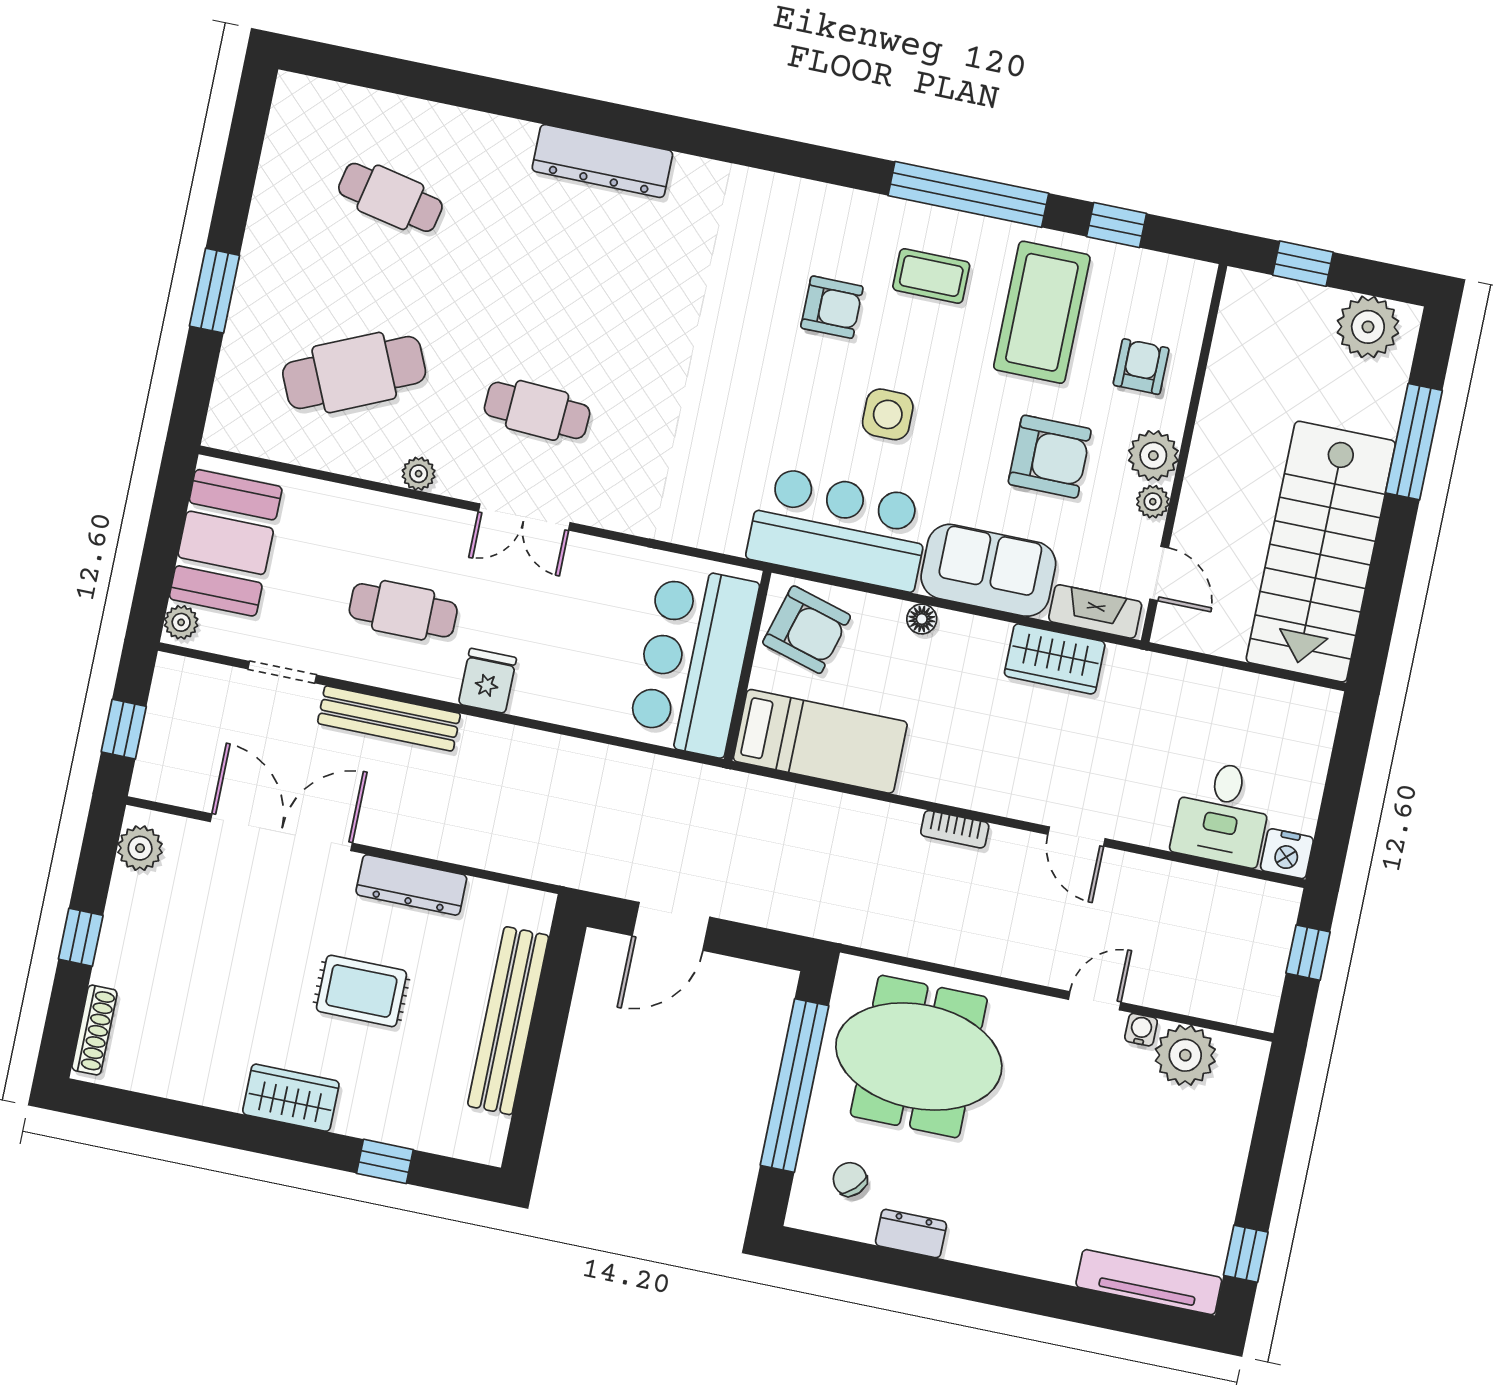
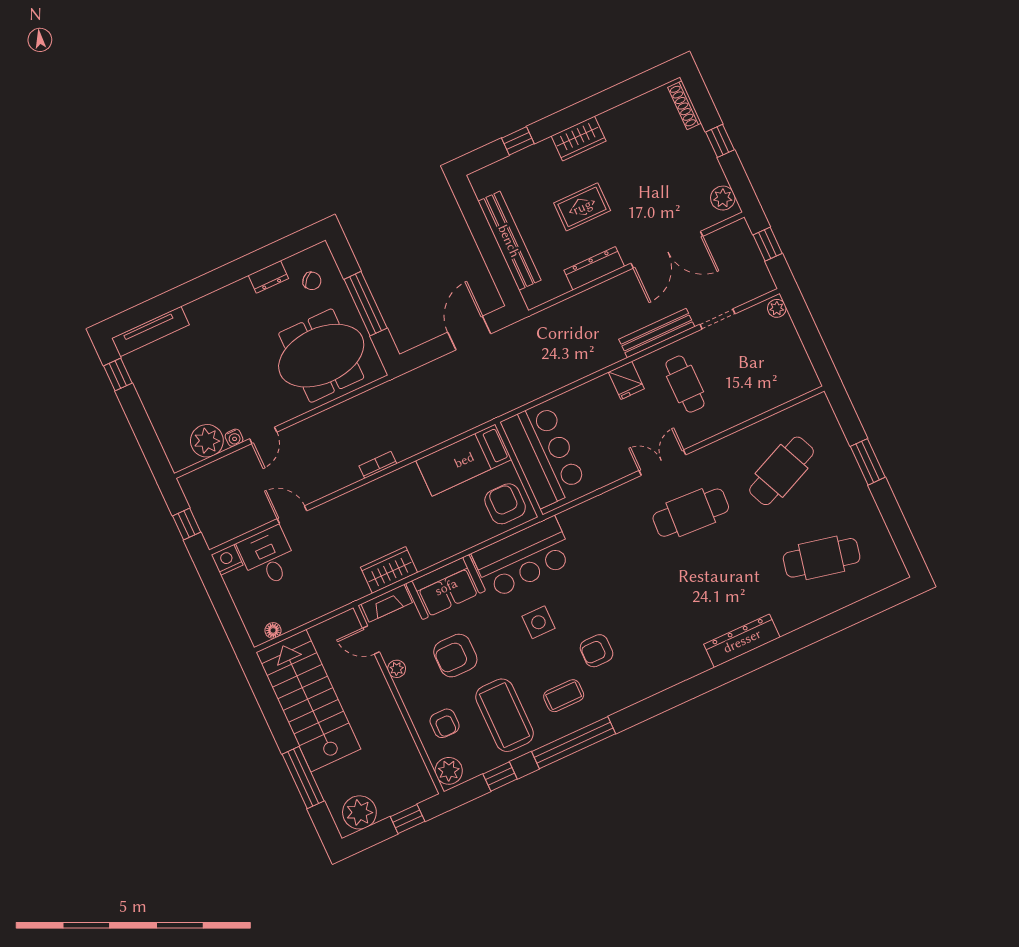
cafe table: (390, 197) -> (822, 558), width x1.37, depth x1.35
cafe table: (537, 410) -> (691, 513), width x1.37, depth x1.35
plant: (1153, 456) -> (449, 771), moved
plant: (419, 474) -> (722, 448), removed
booth: (226, 543) -> (783, 357), removed
cafe table: (403, 610) -> (685, 384), turned 90
floor lamp: (922, 619) -> (273, 630), moved
armchair: (807, 630) -> (505, 504), turned 74
door: (1077, 837) -> (292, 515), moved
window: (795, 1086) -> (366, 304), width x0.68

